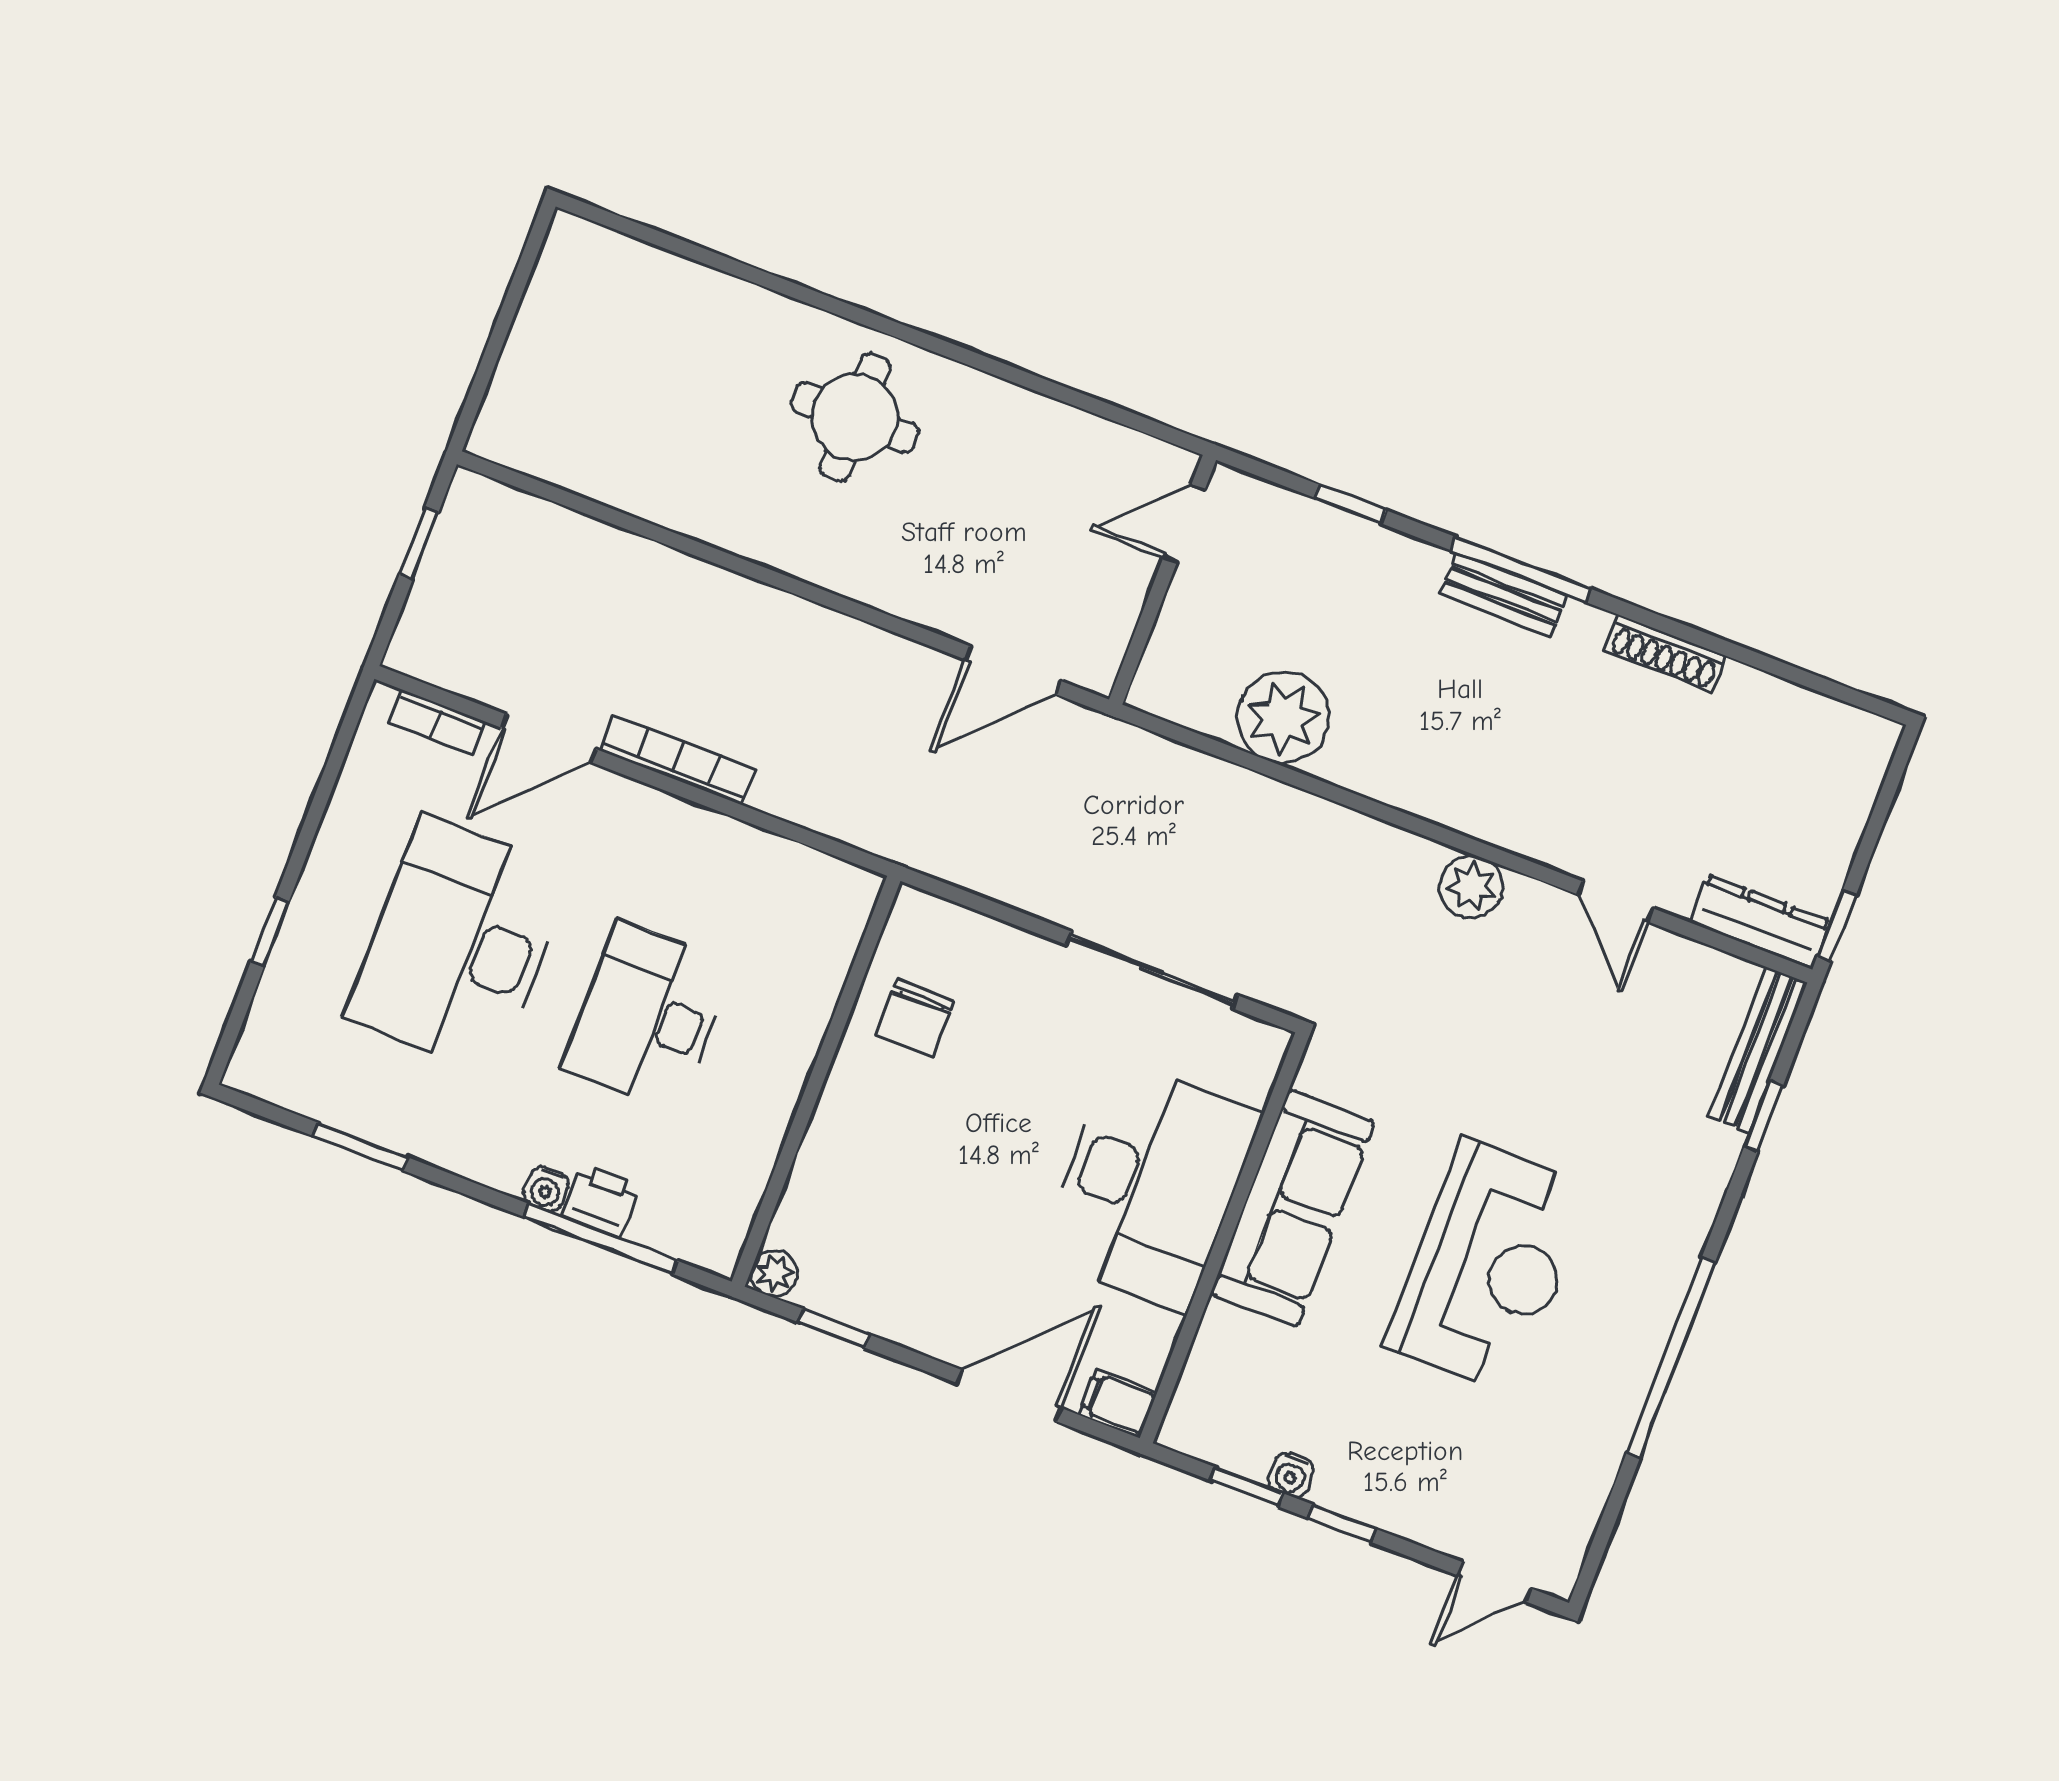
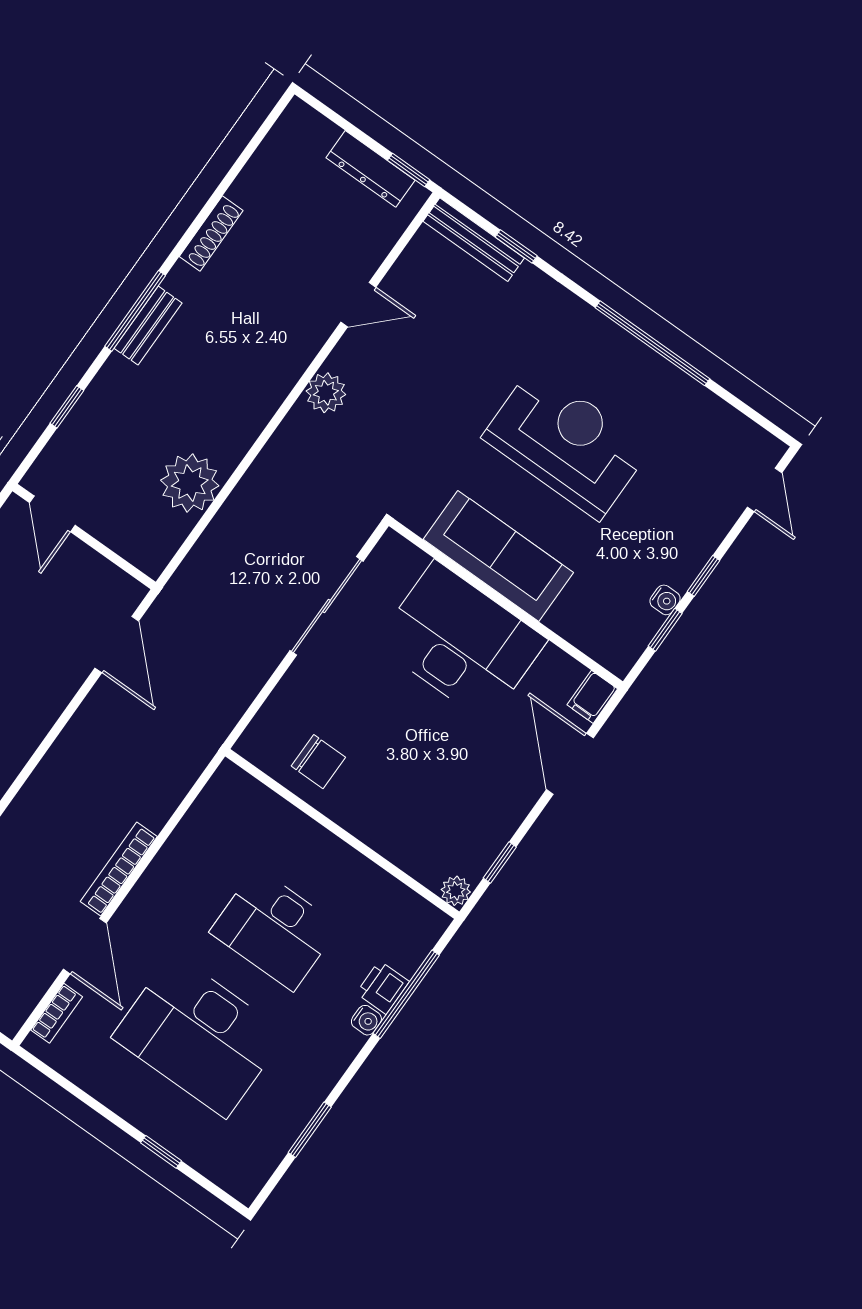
dresser: (1760, 922) -> (370, 169), moved, turned -90

